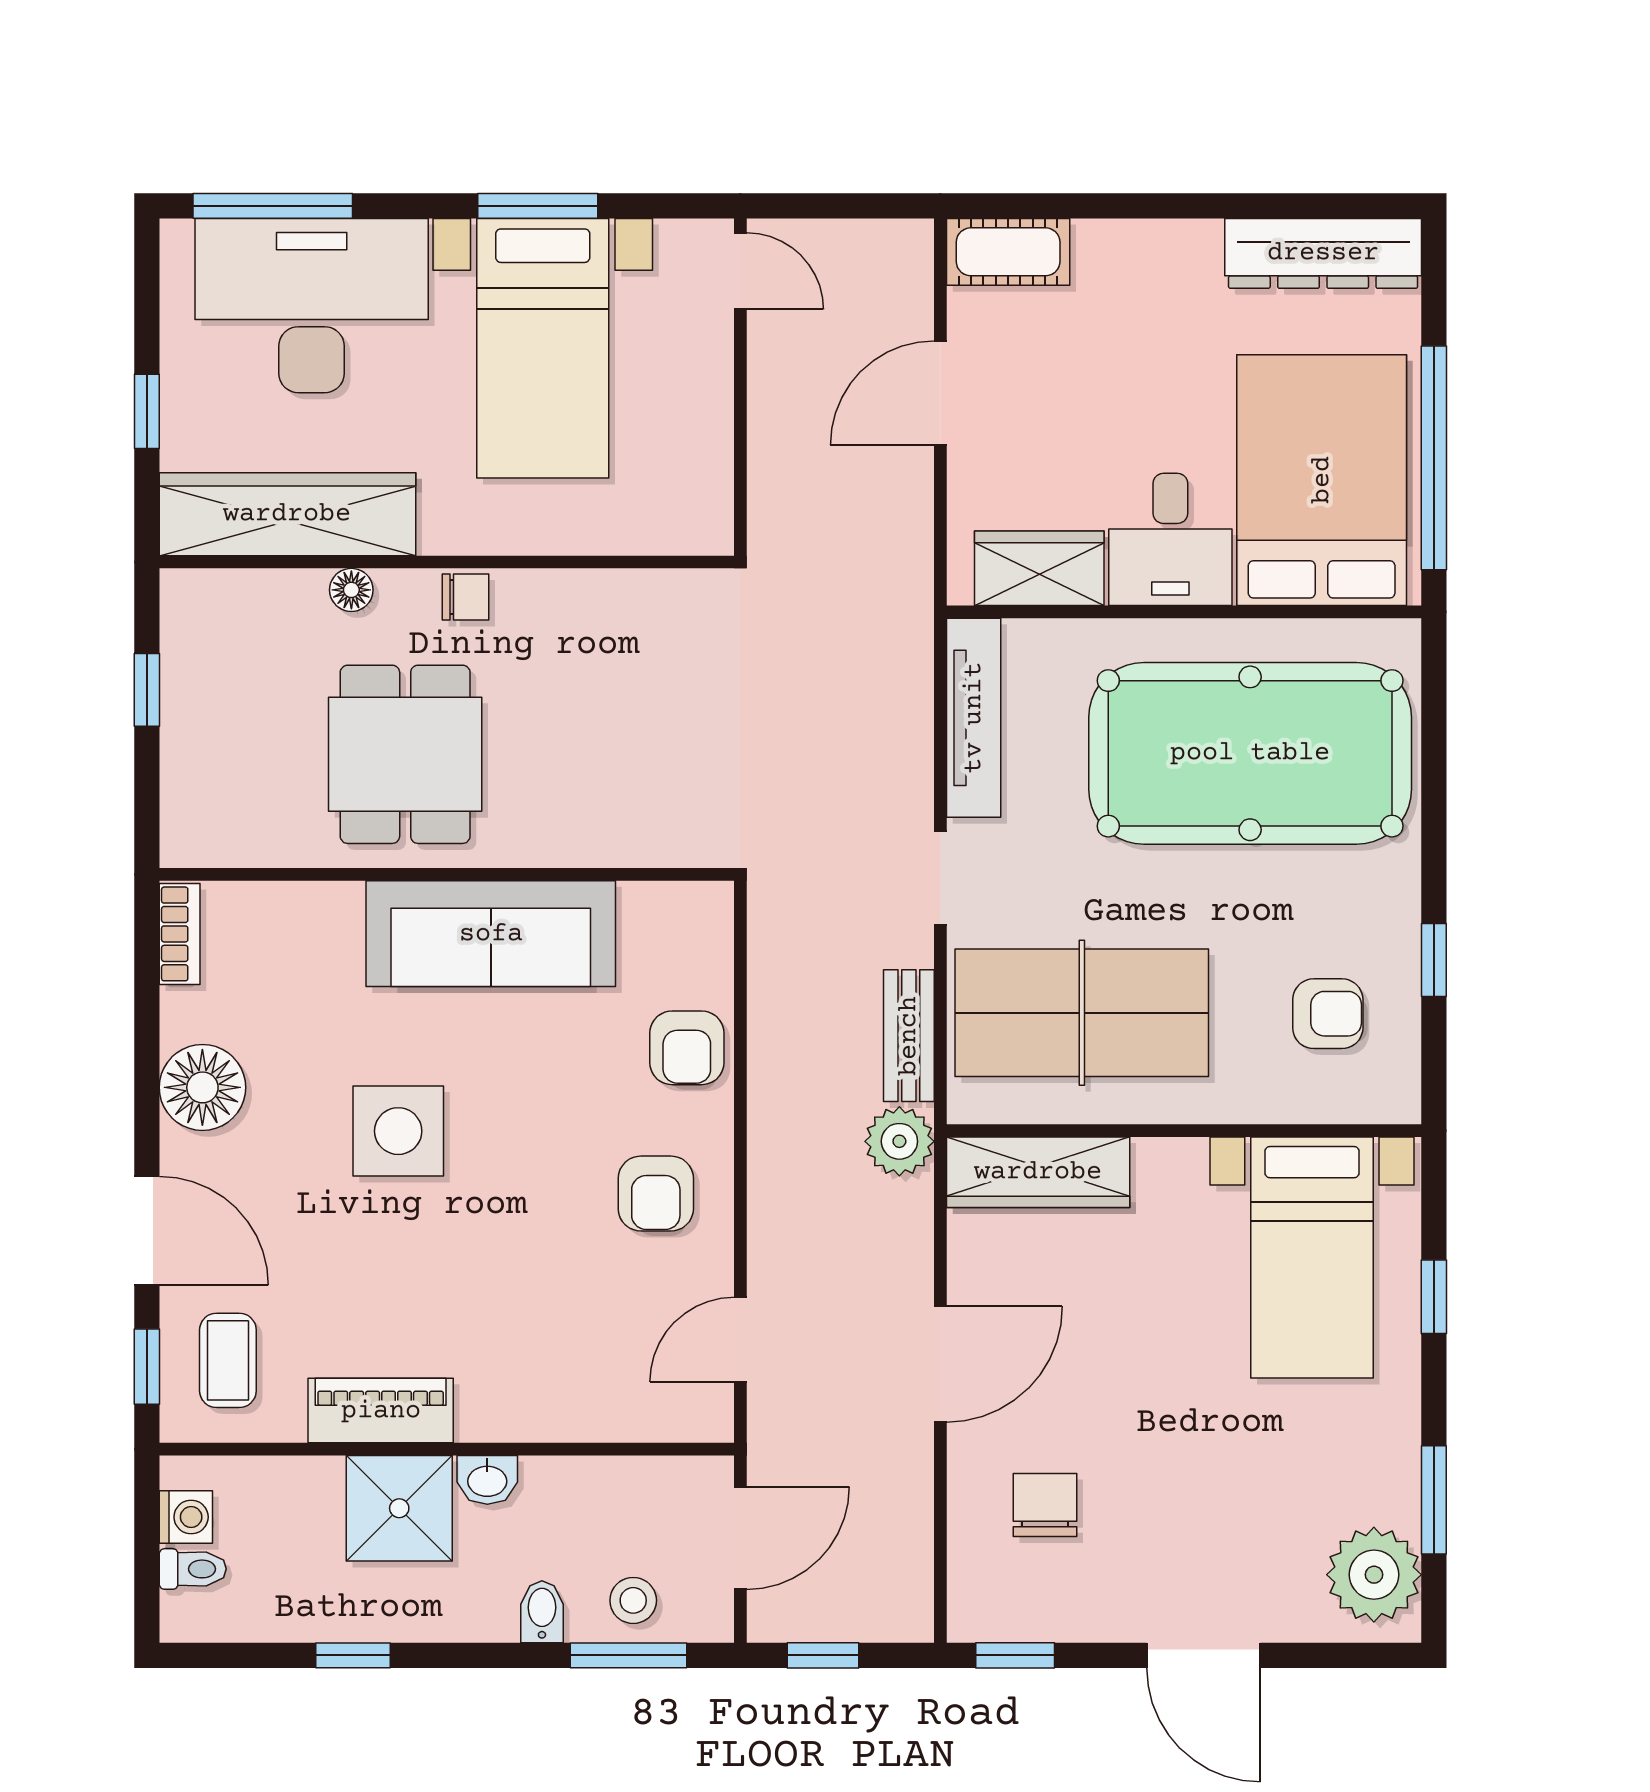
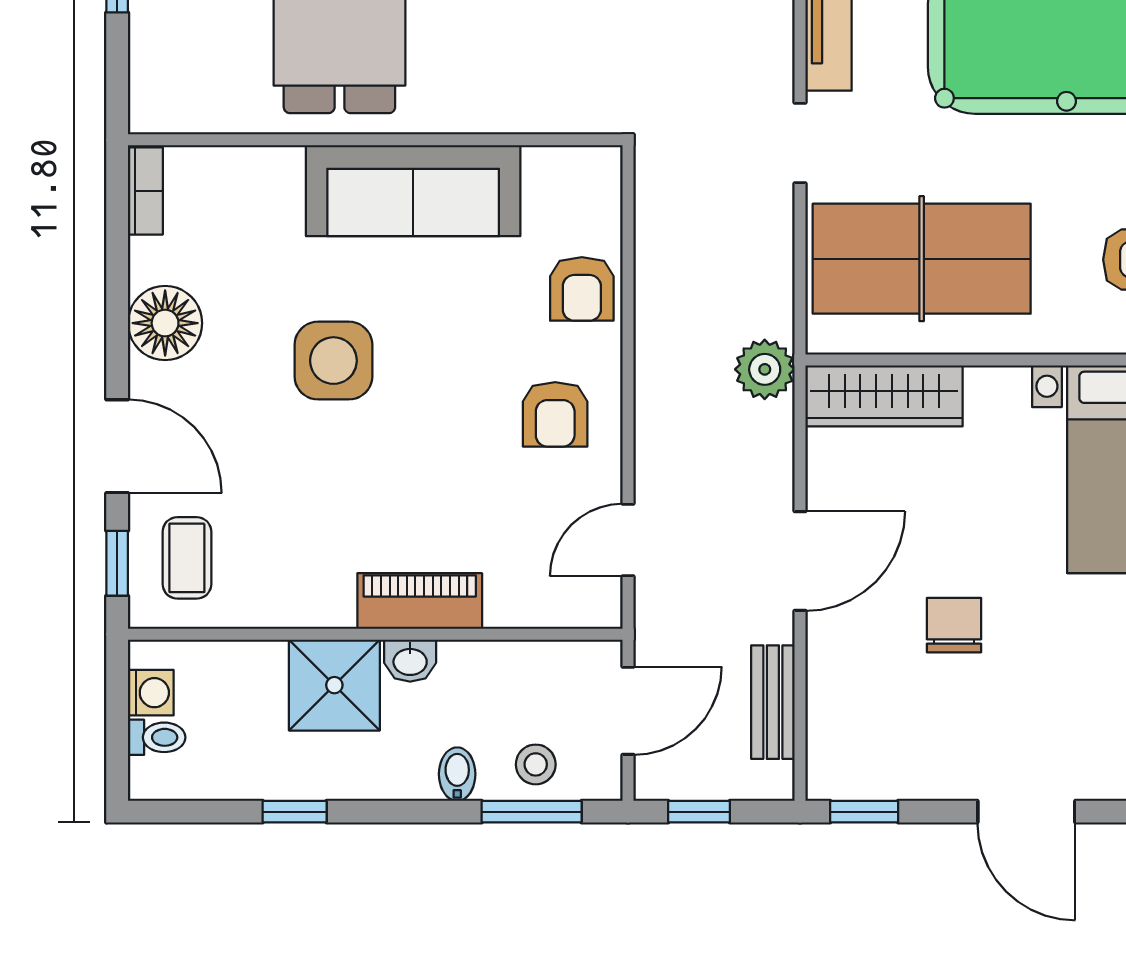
bench: (909, 1036) -> (773, 702), moved
piano: (381, 1411) -> (420, 601), moved
chair: (1045, 1505) -> (954, 625), moved

